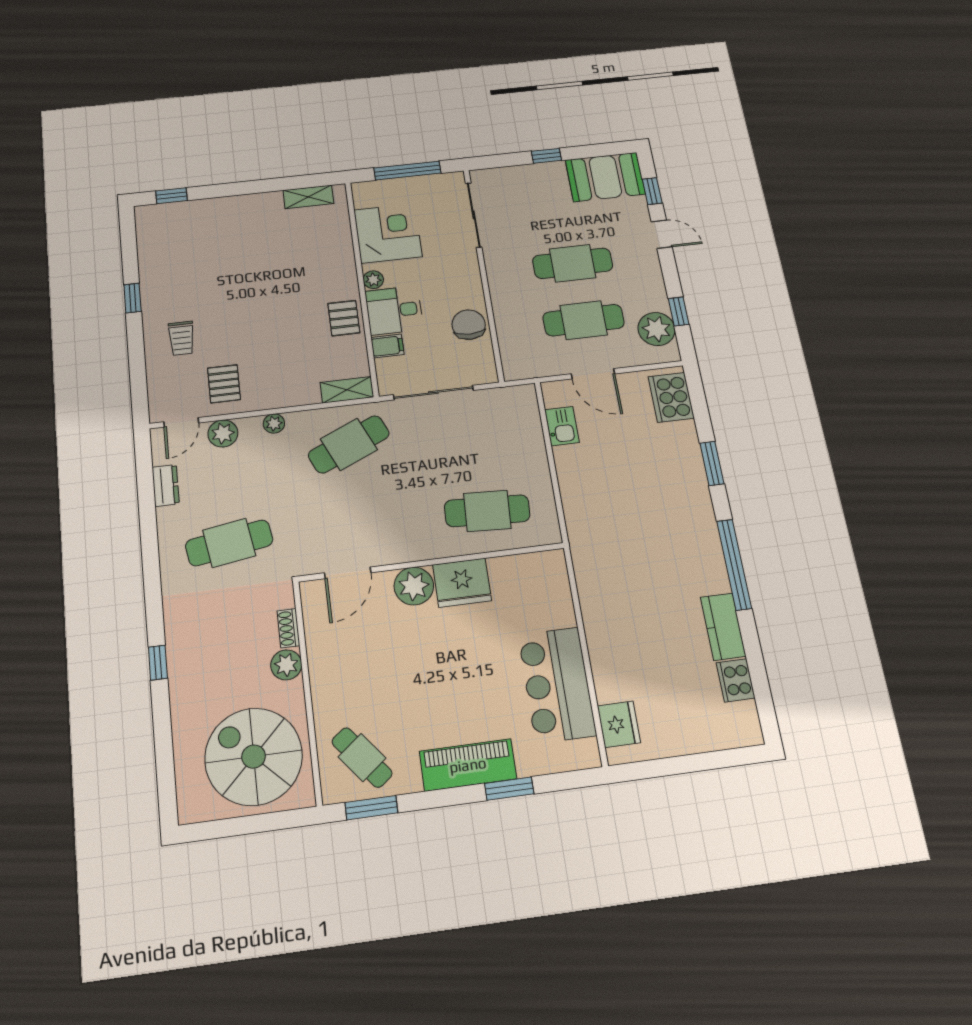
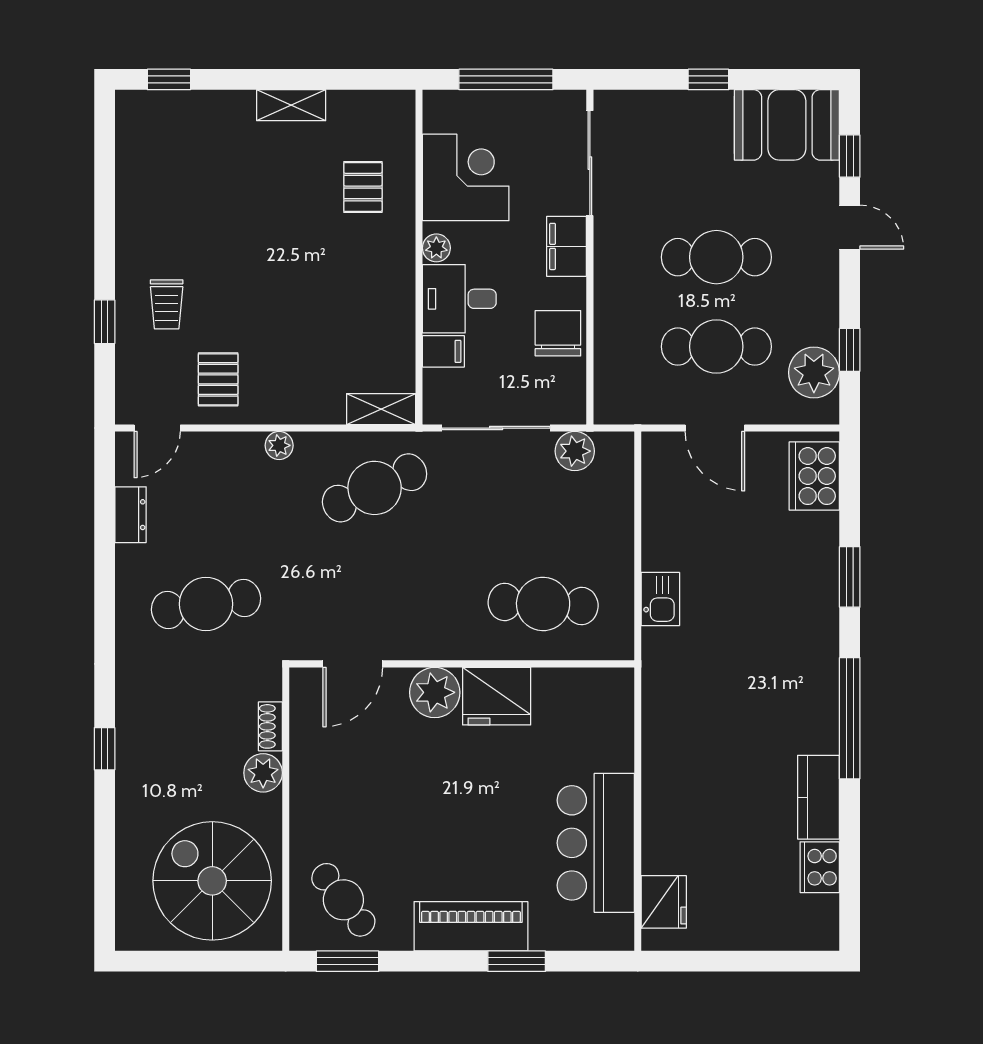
shelving: (308, 197) -> (291, 105), moved
filing cabinet: (466, 268) -> (567, 246), added
window: (132, 298) -> (105, 322), moved
pallet: (344, 318) -> (363, 187), moved
kitchen sink: (562, 426) -> (660, 599), moved
plant: (223, 433) -> (575, 451), moved

